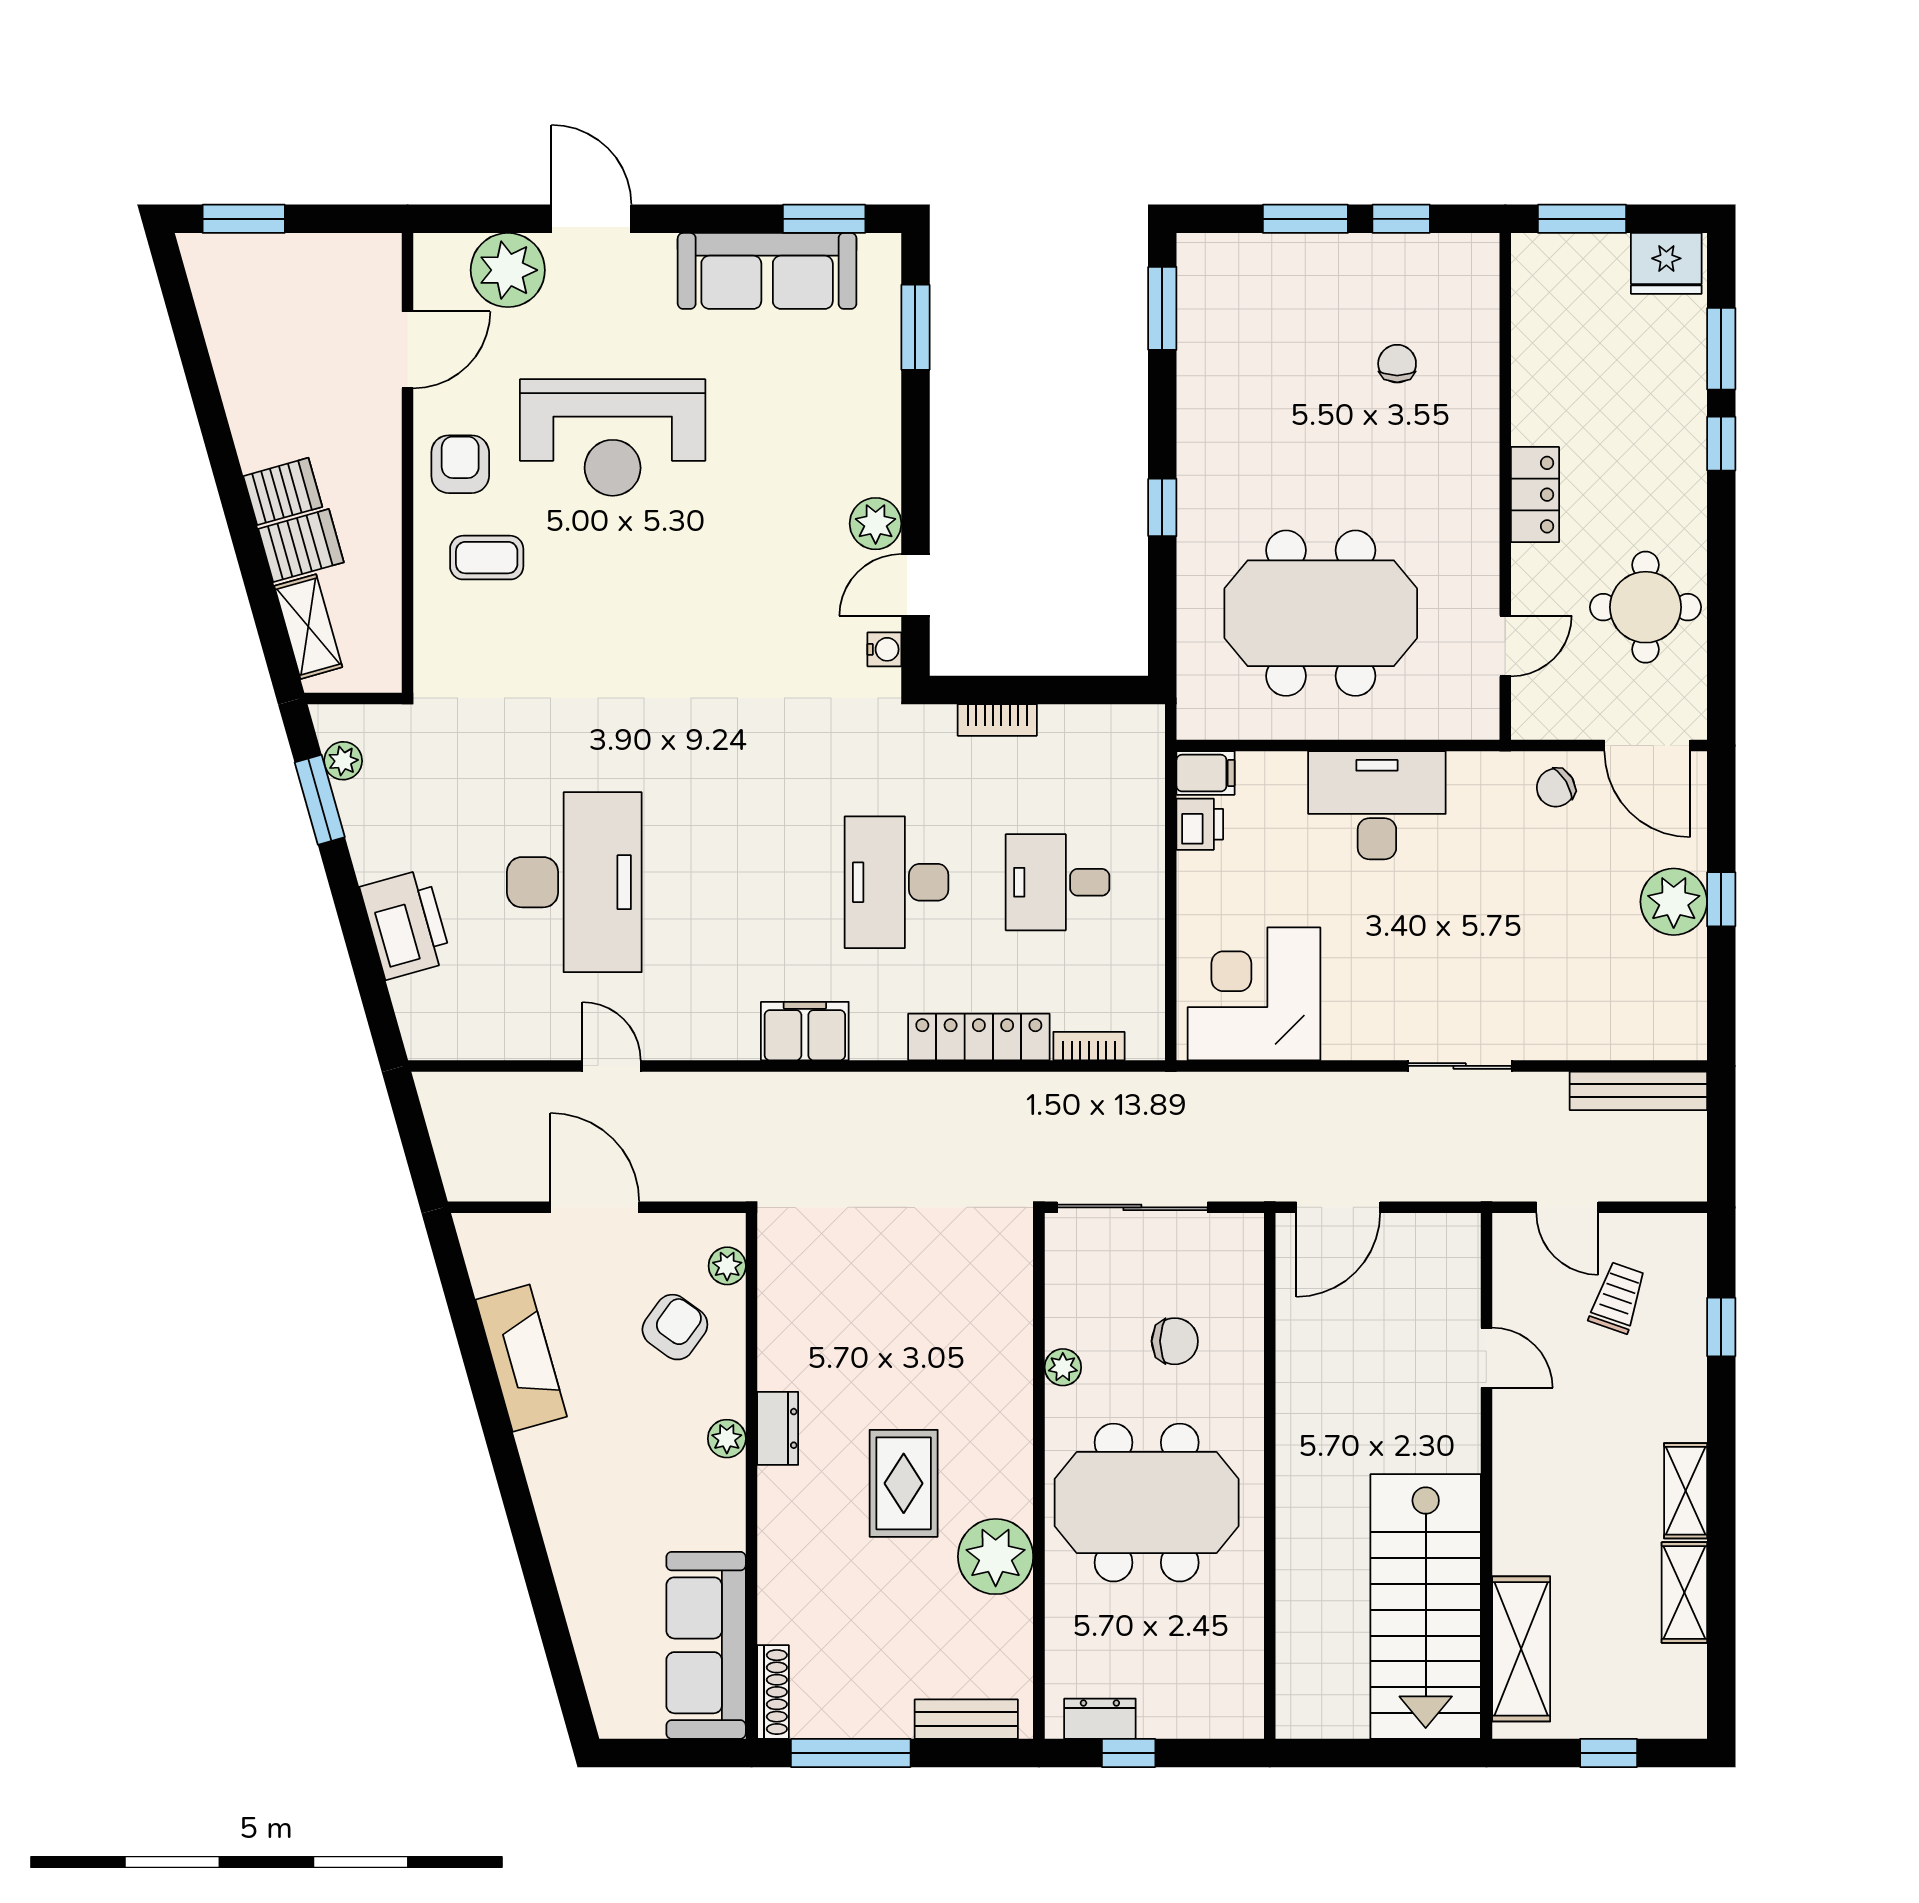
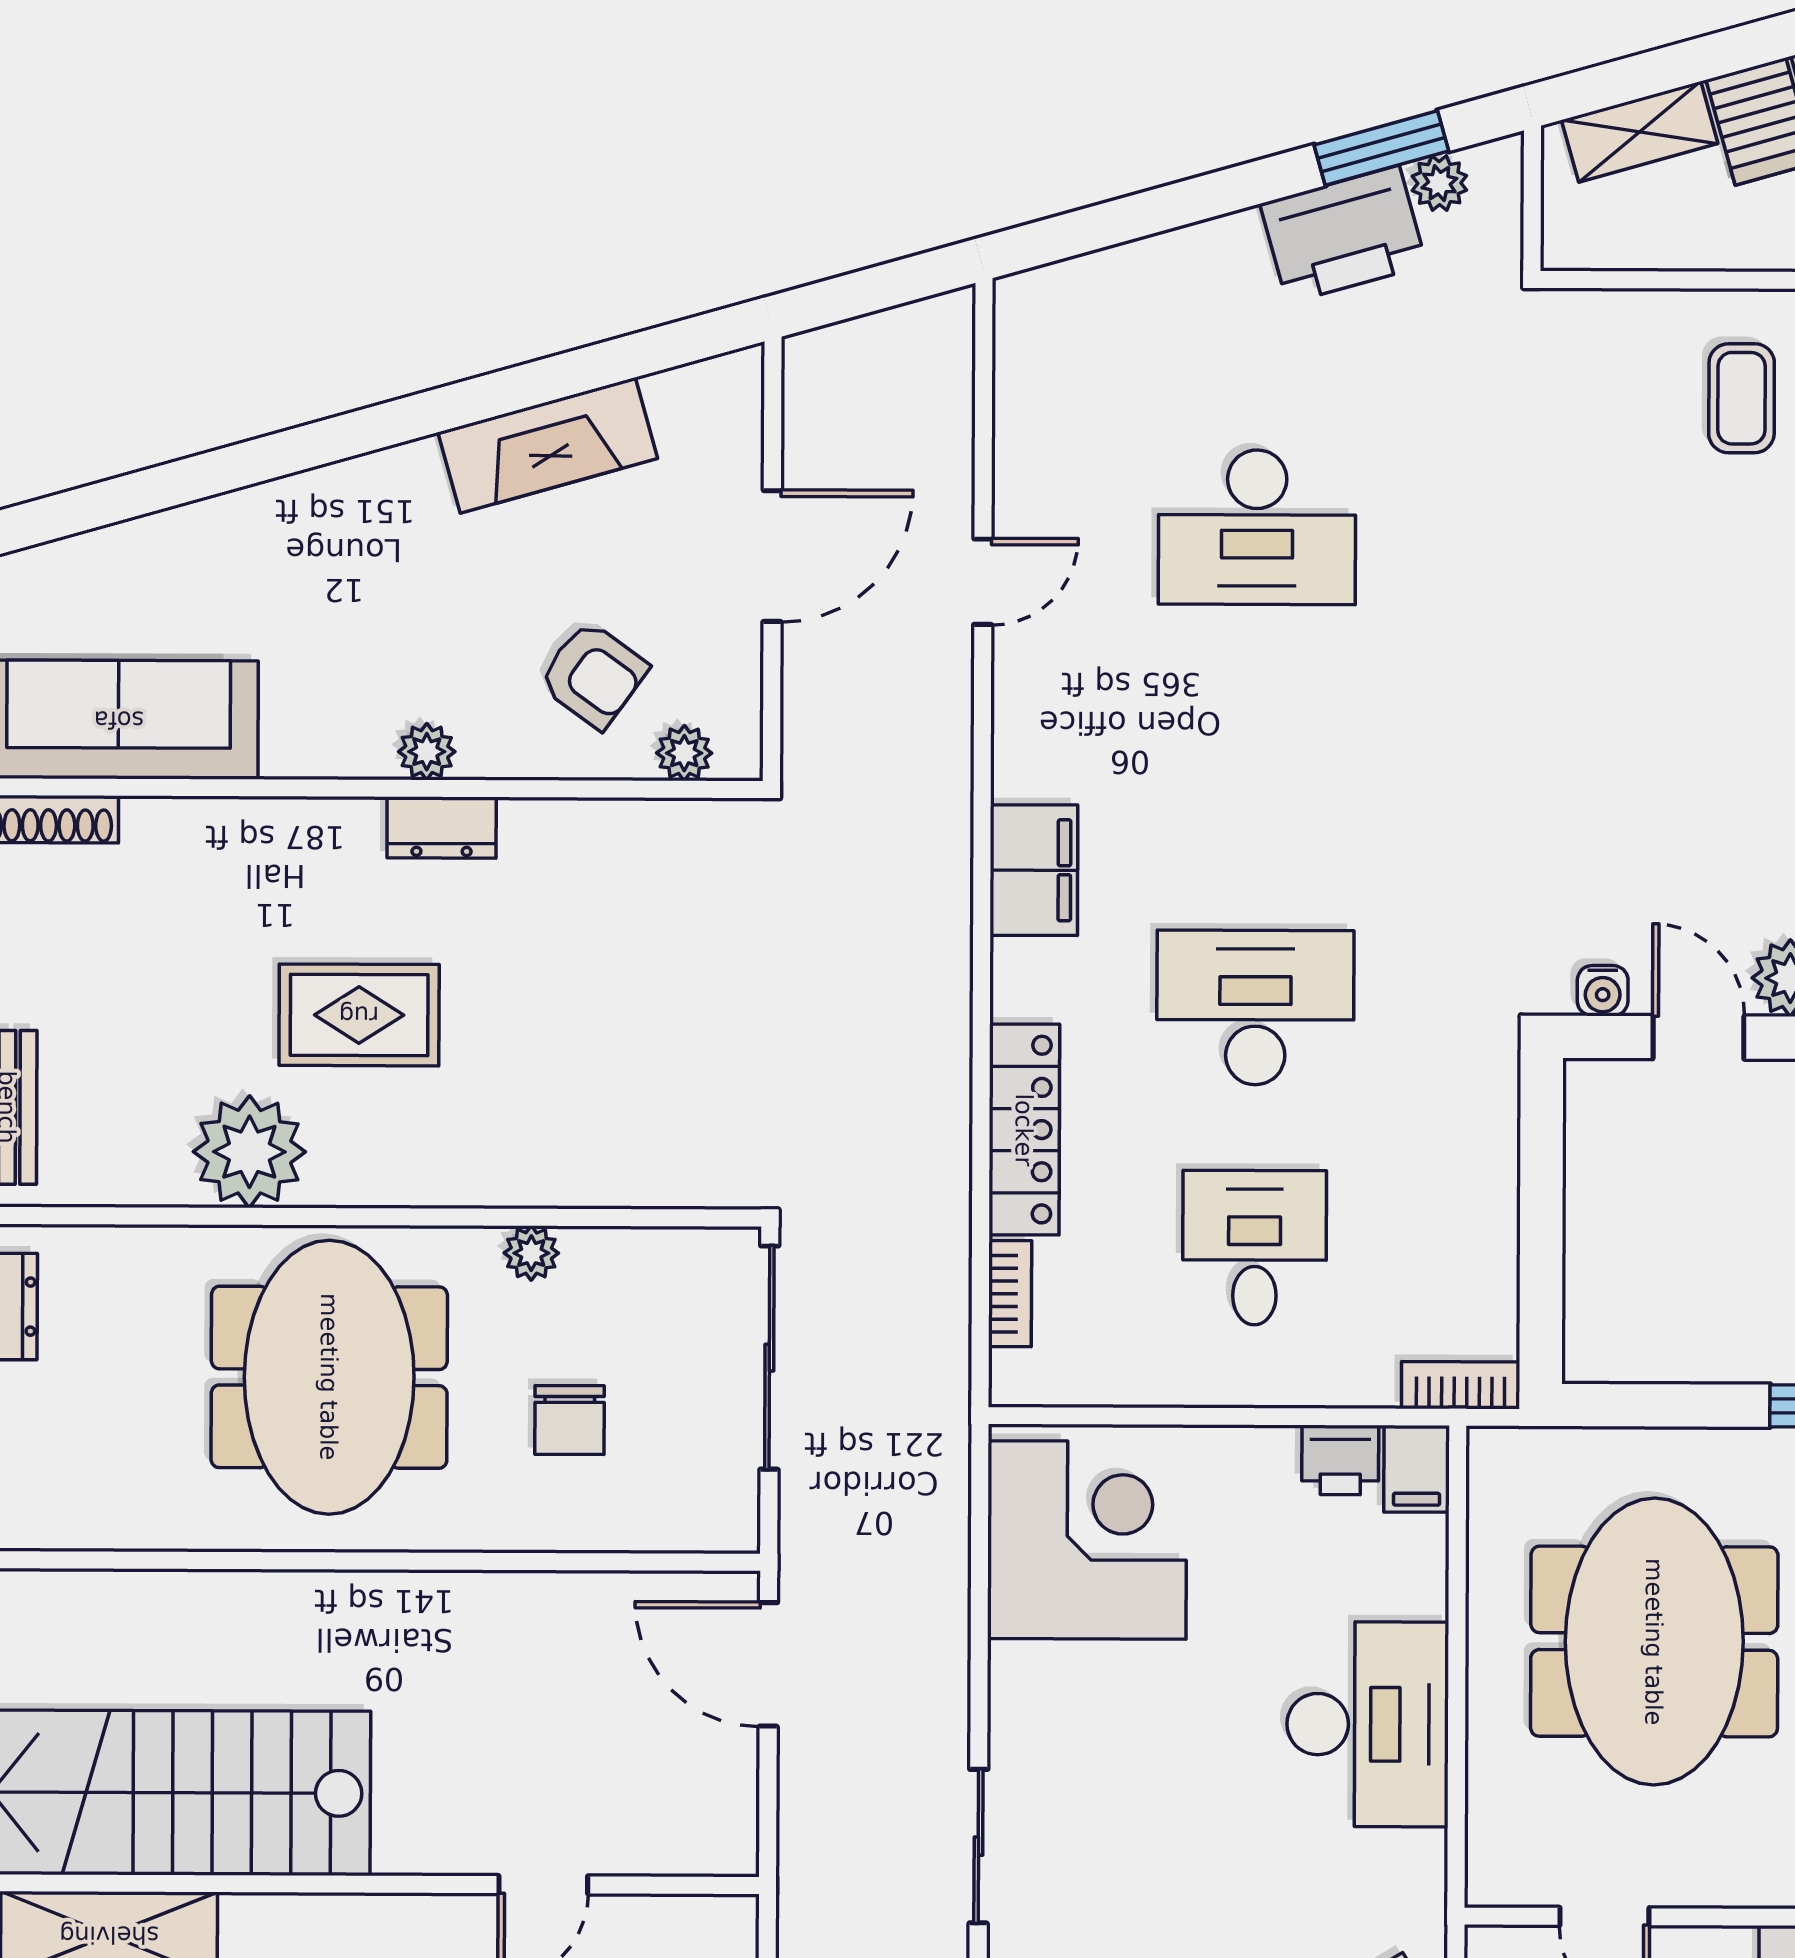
bookcase: (997, 720) -> (1461, 1385), moved, turned 90
desk: (574, 882) -> (1257, 527), width x0.73, depth x0.77
printer: (406, 924) -> (1343, 234), moved

